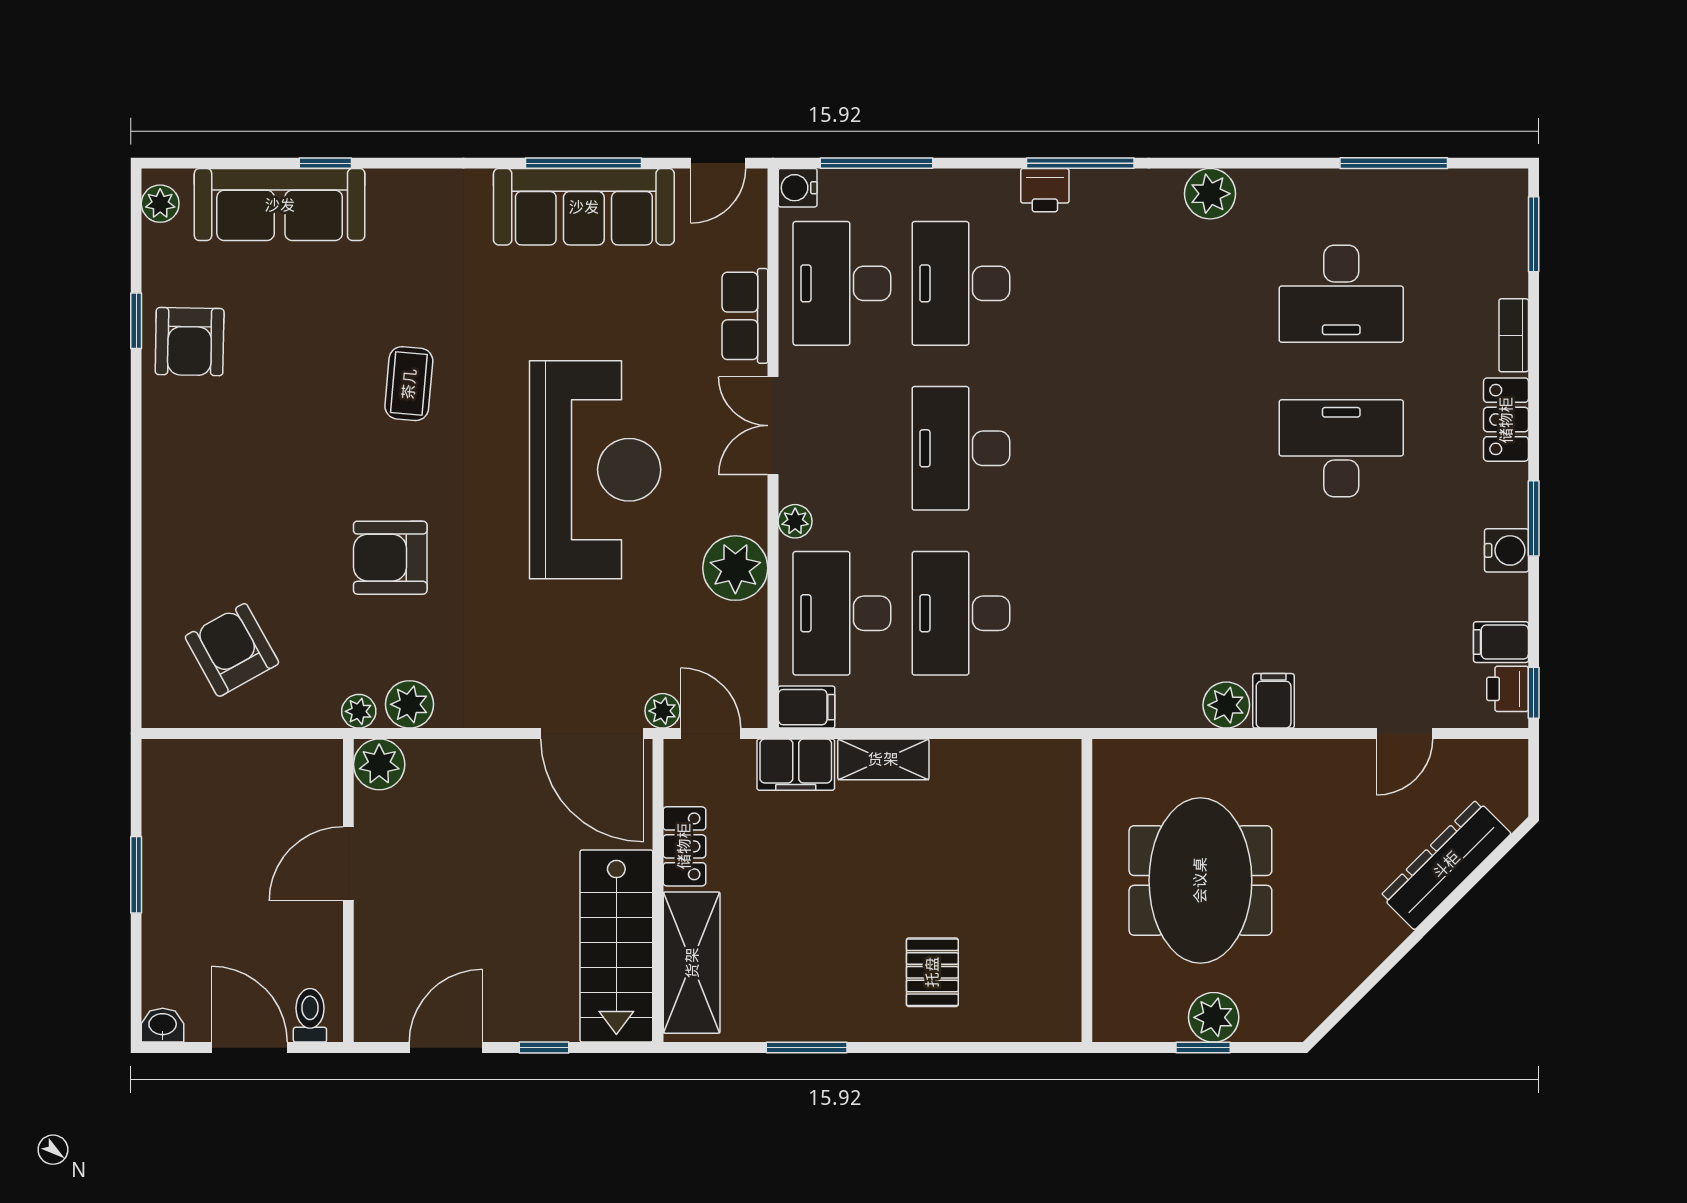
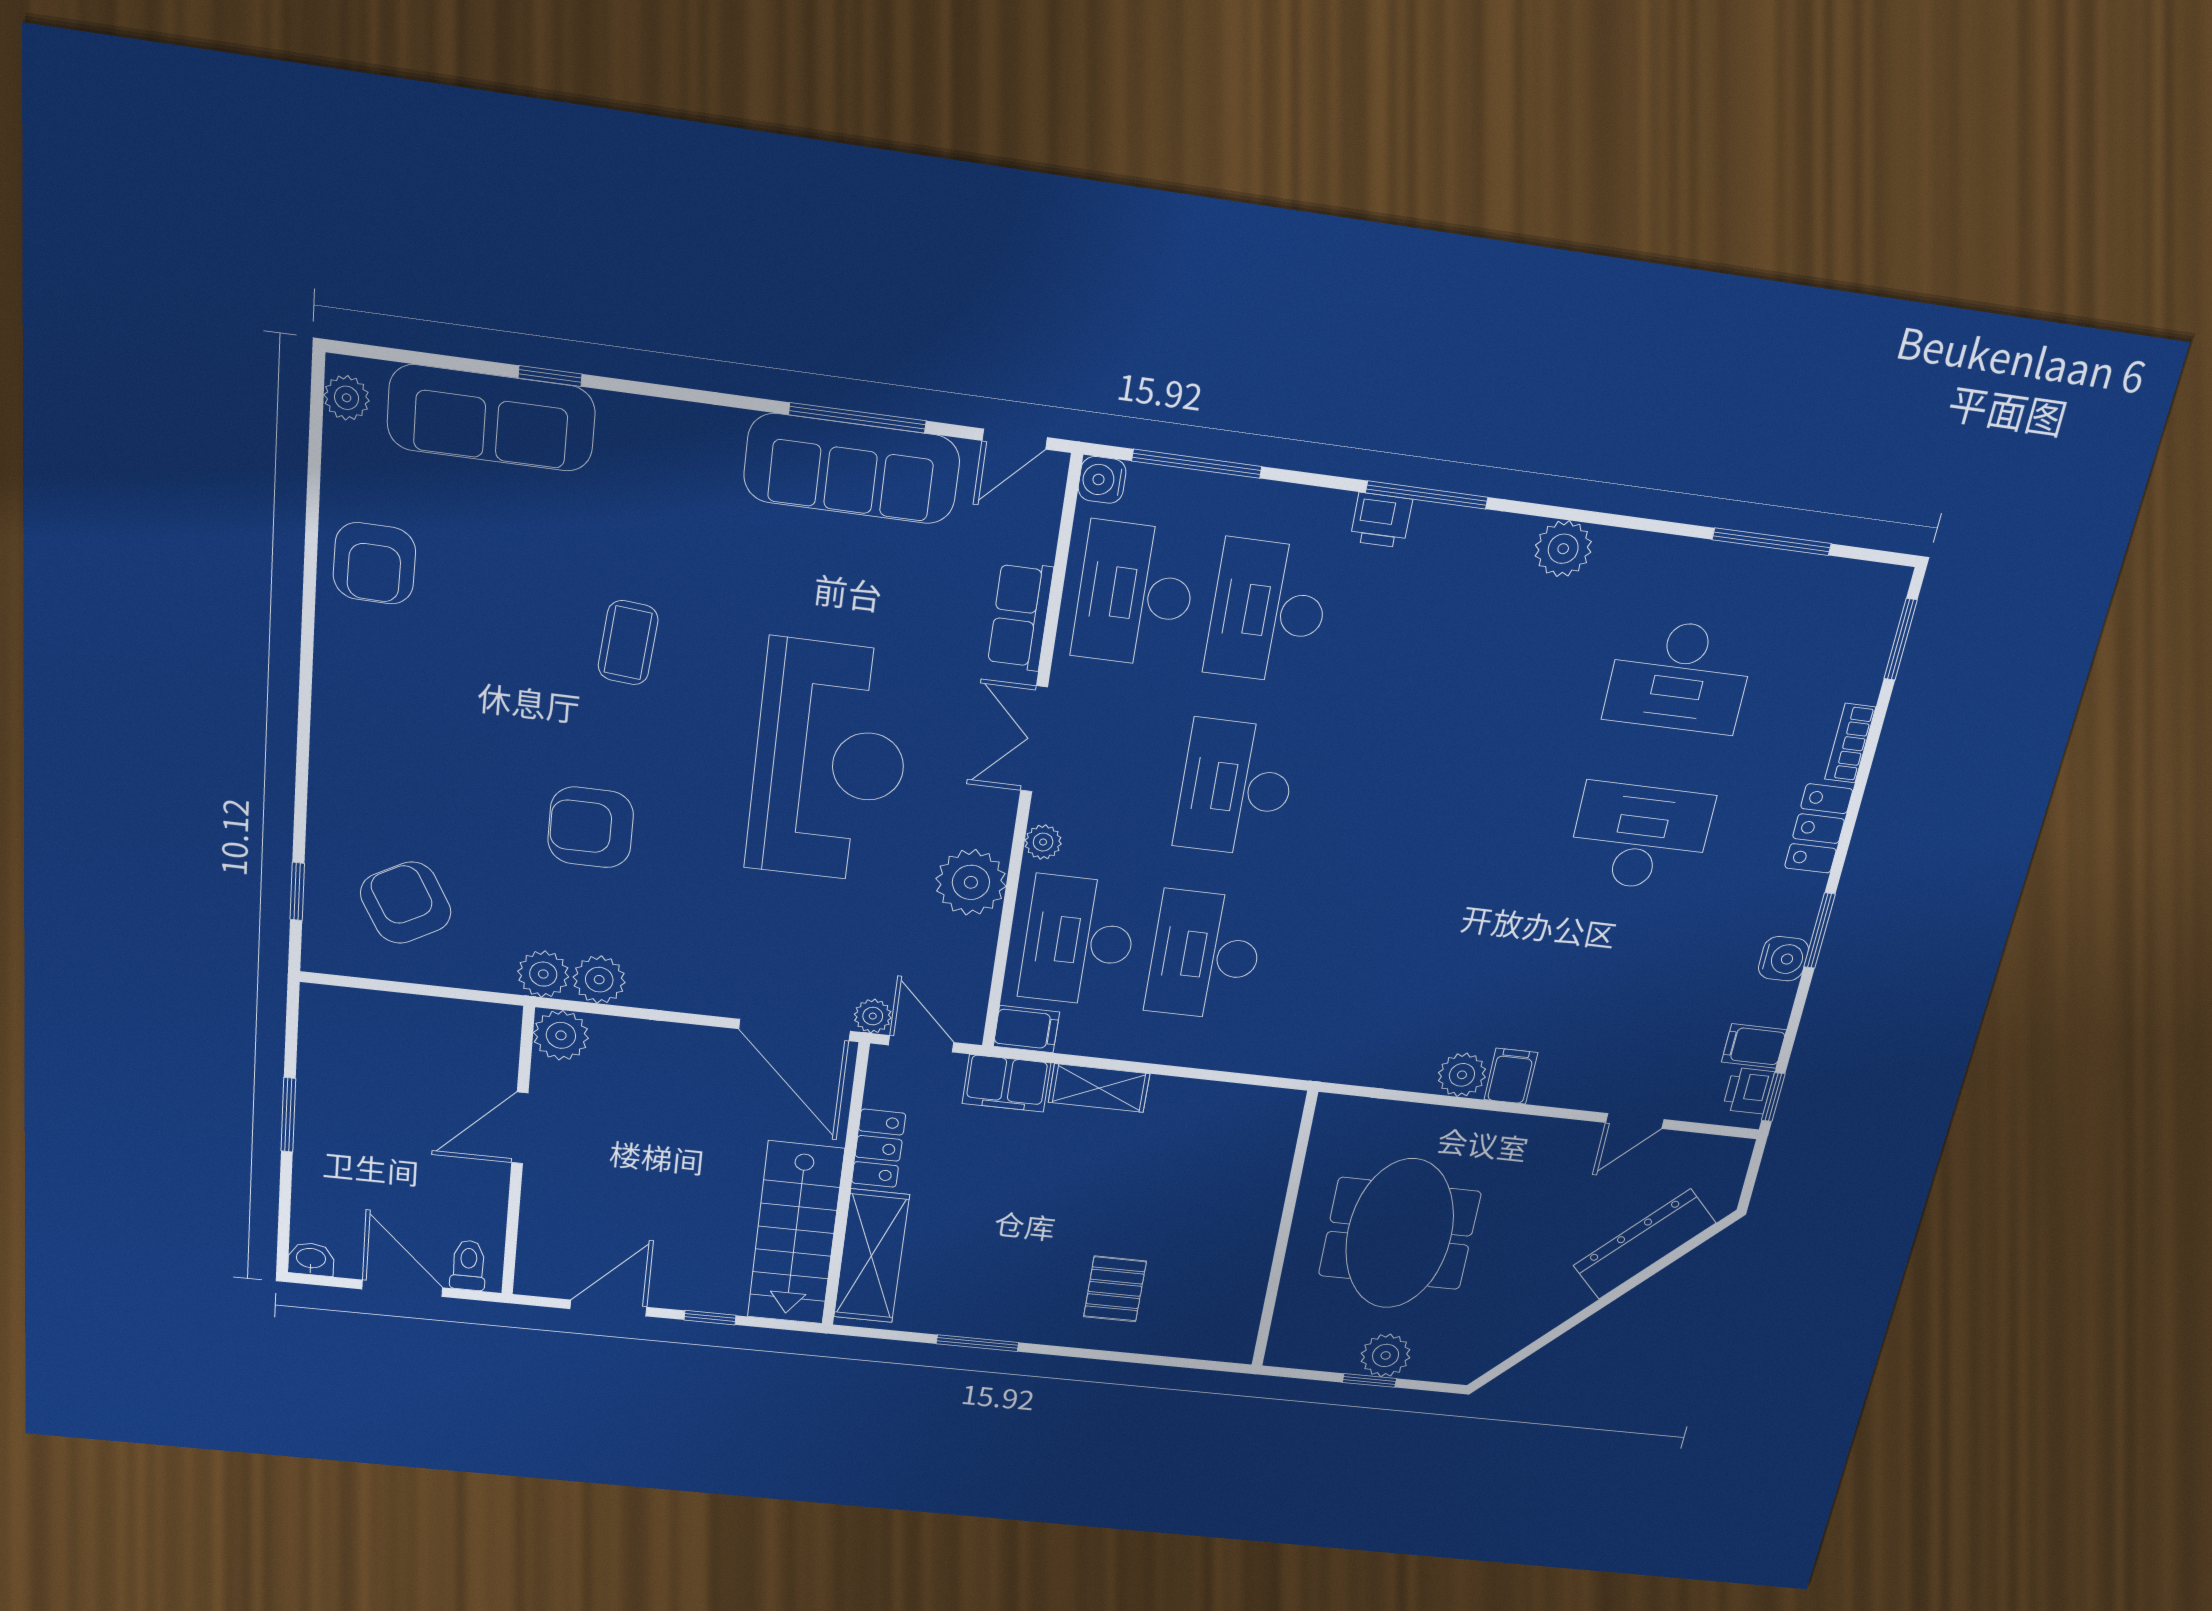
window: (136, 321) -> (297, 891), moved
plant: (359, 711) -> (543, 974), width x1.38, depth x1.38

